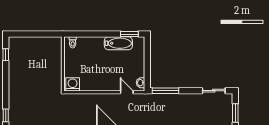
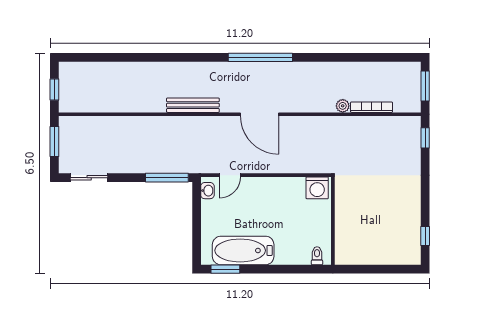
bathtub: (118, 43) -> (243, 250), width x1.36, depth x1.36
door: (127, 92) -> (230, 175), hinge flipped

